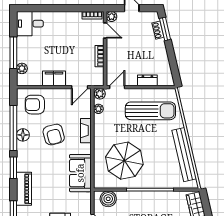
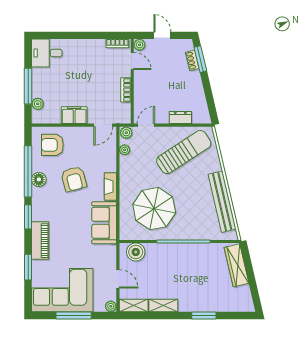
sun lounger: (150, 111) -> (184, 152), turned -33
fireplace: (86, 131) -> (110, 186), moved

